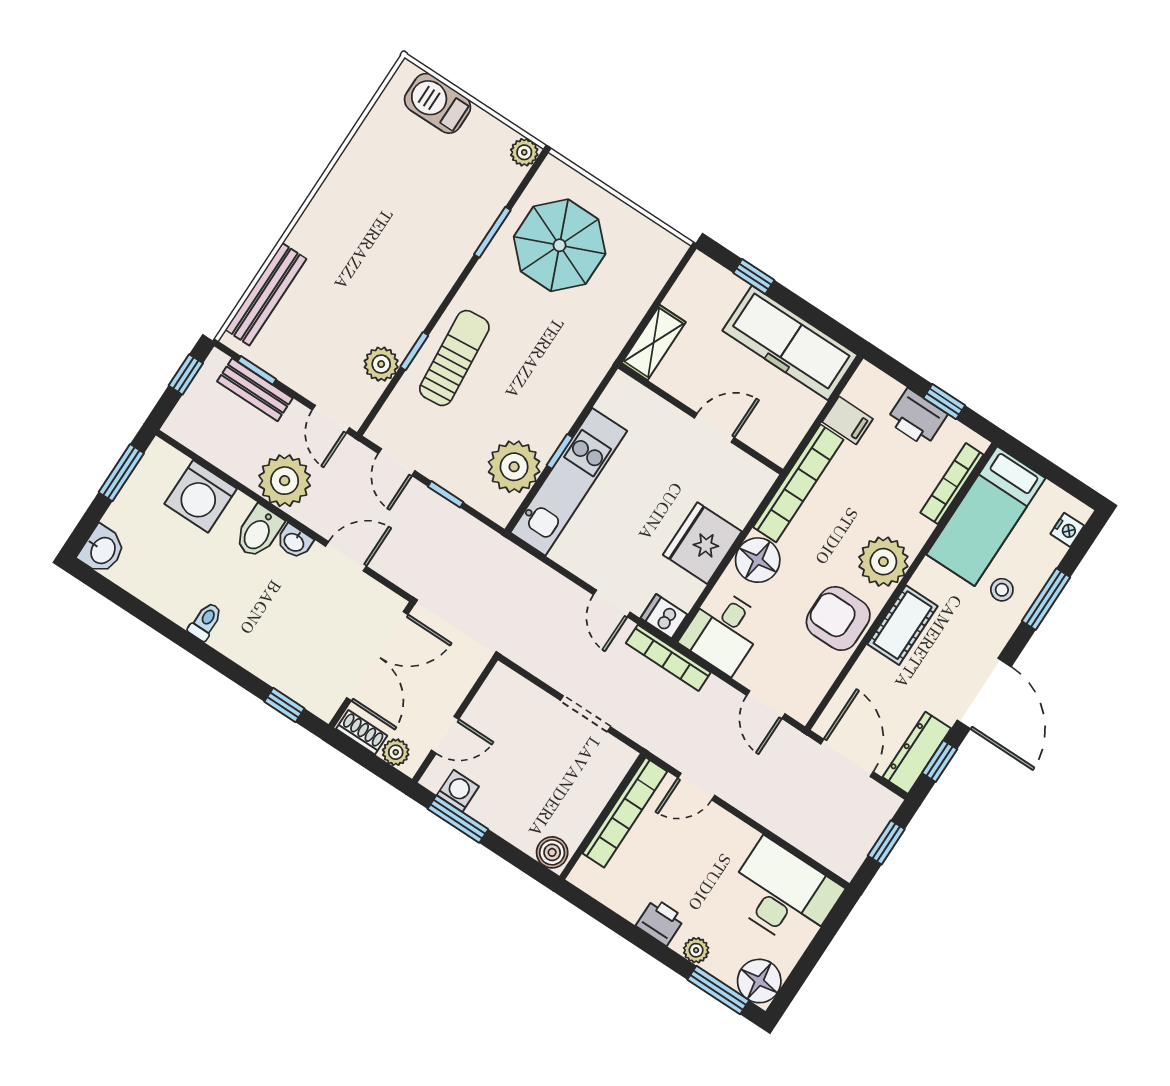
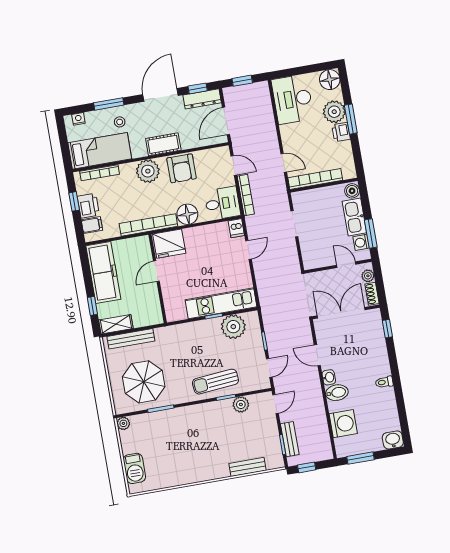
bench: (646, 288) -> (131, 339), added
bench: (266, 294) -> (248, 467), width x0.73
shelving: (654, 342) -> (116, 324), moved
filing cabinet: (848, 420) -> (92, 225), moved, turned 90
door: (714, 428) -> (156, 271), hinge flipped
plant: (285, 481) -> (311, 400), removed
fridge: (702, 543) -> (169, 244), moved
bookcase: (668, 658) -> (246, 195), moved
door: (766, 705) -> (234, 165), hinge flipped
kitchen sink: (508, 818) -> (354, 217), added
plant: (696, 950) -> (334, 112), width x1.88, depth x1.88
window: (718, 990) -> (351, 119), moved

